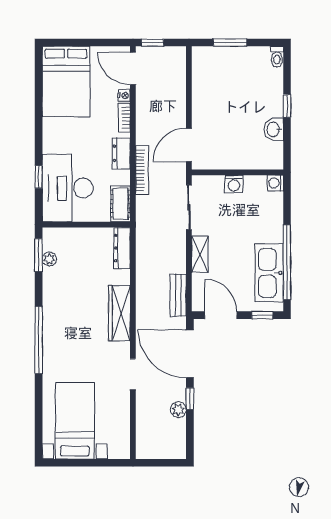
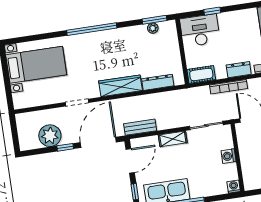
desk: (68, 188) -> (200, 31), width x0.73, depth x0.77
dresser: (122, 248) -> (158, 82), moved
plant: (178, 410) -> (50, 136), width x1.88, depth x1.88

